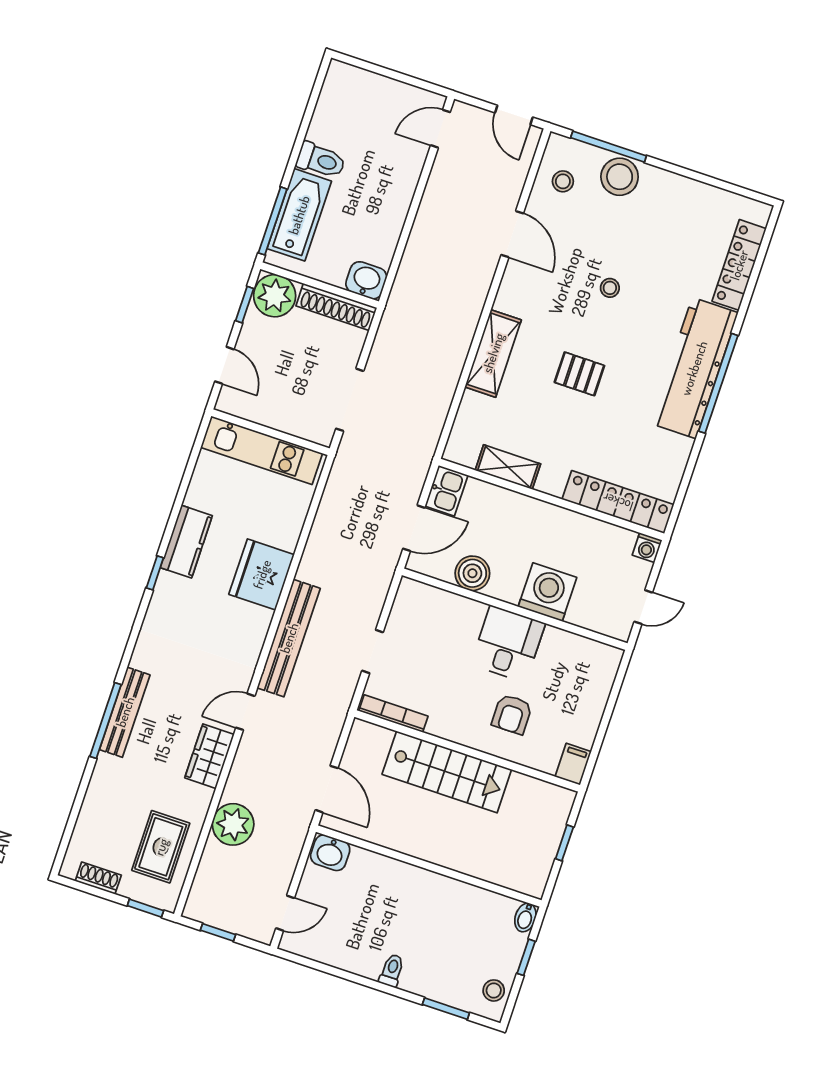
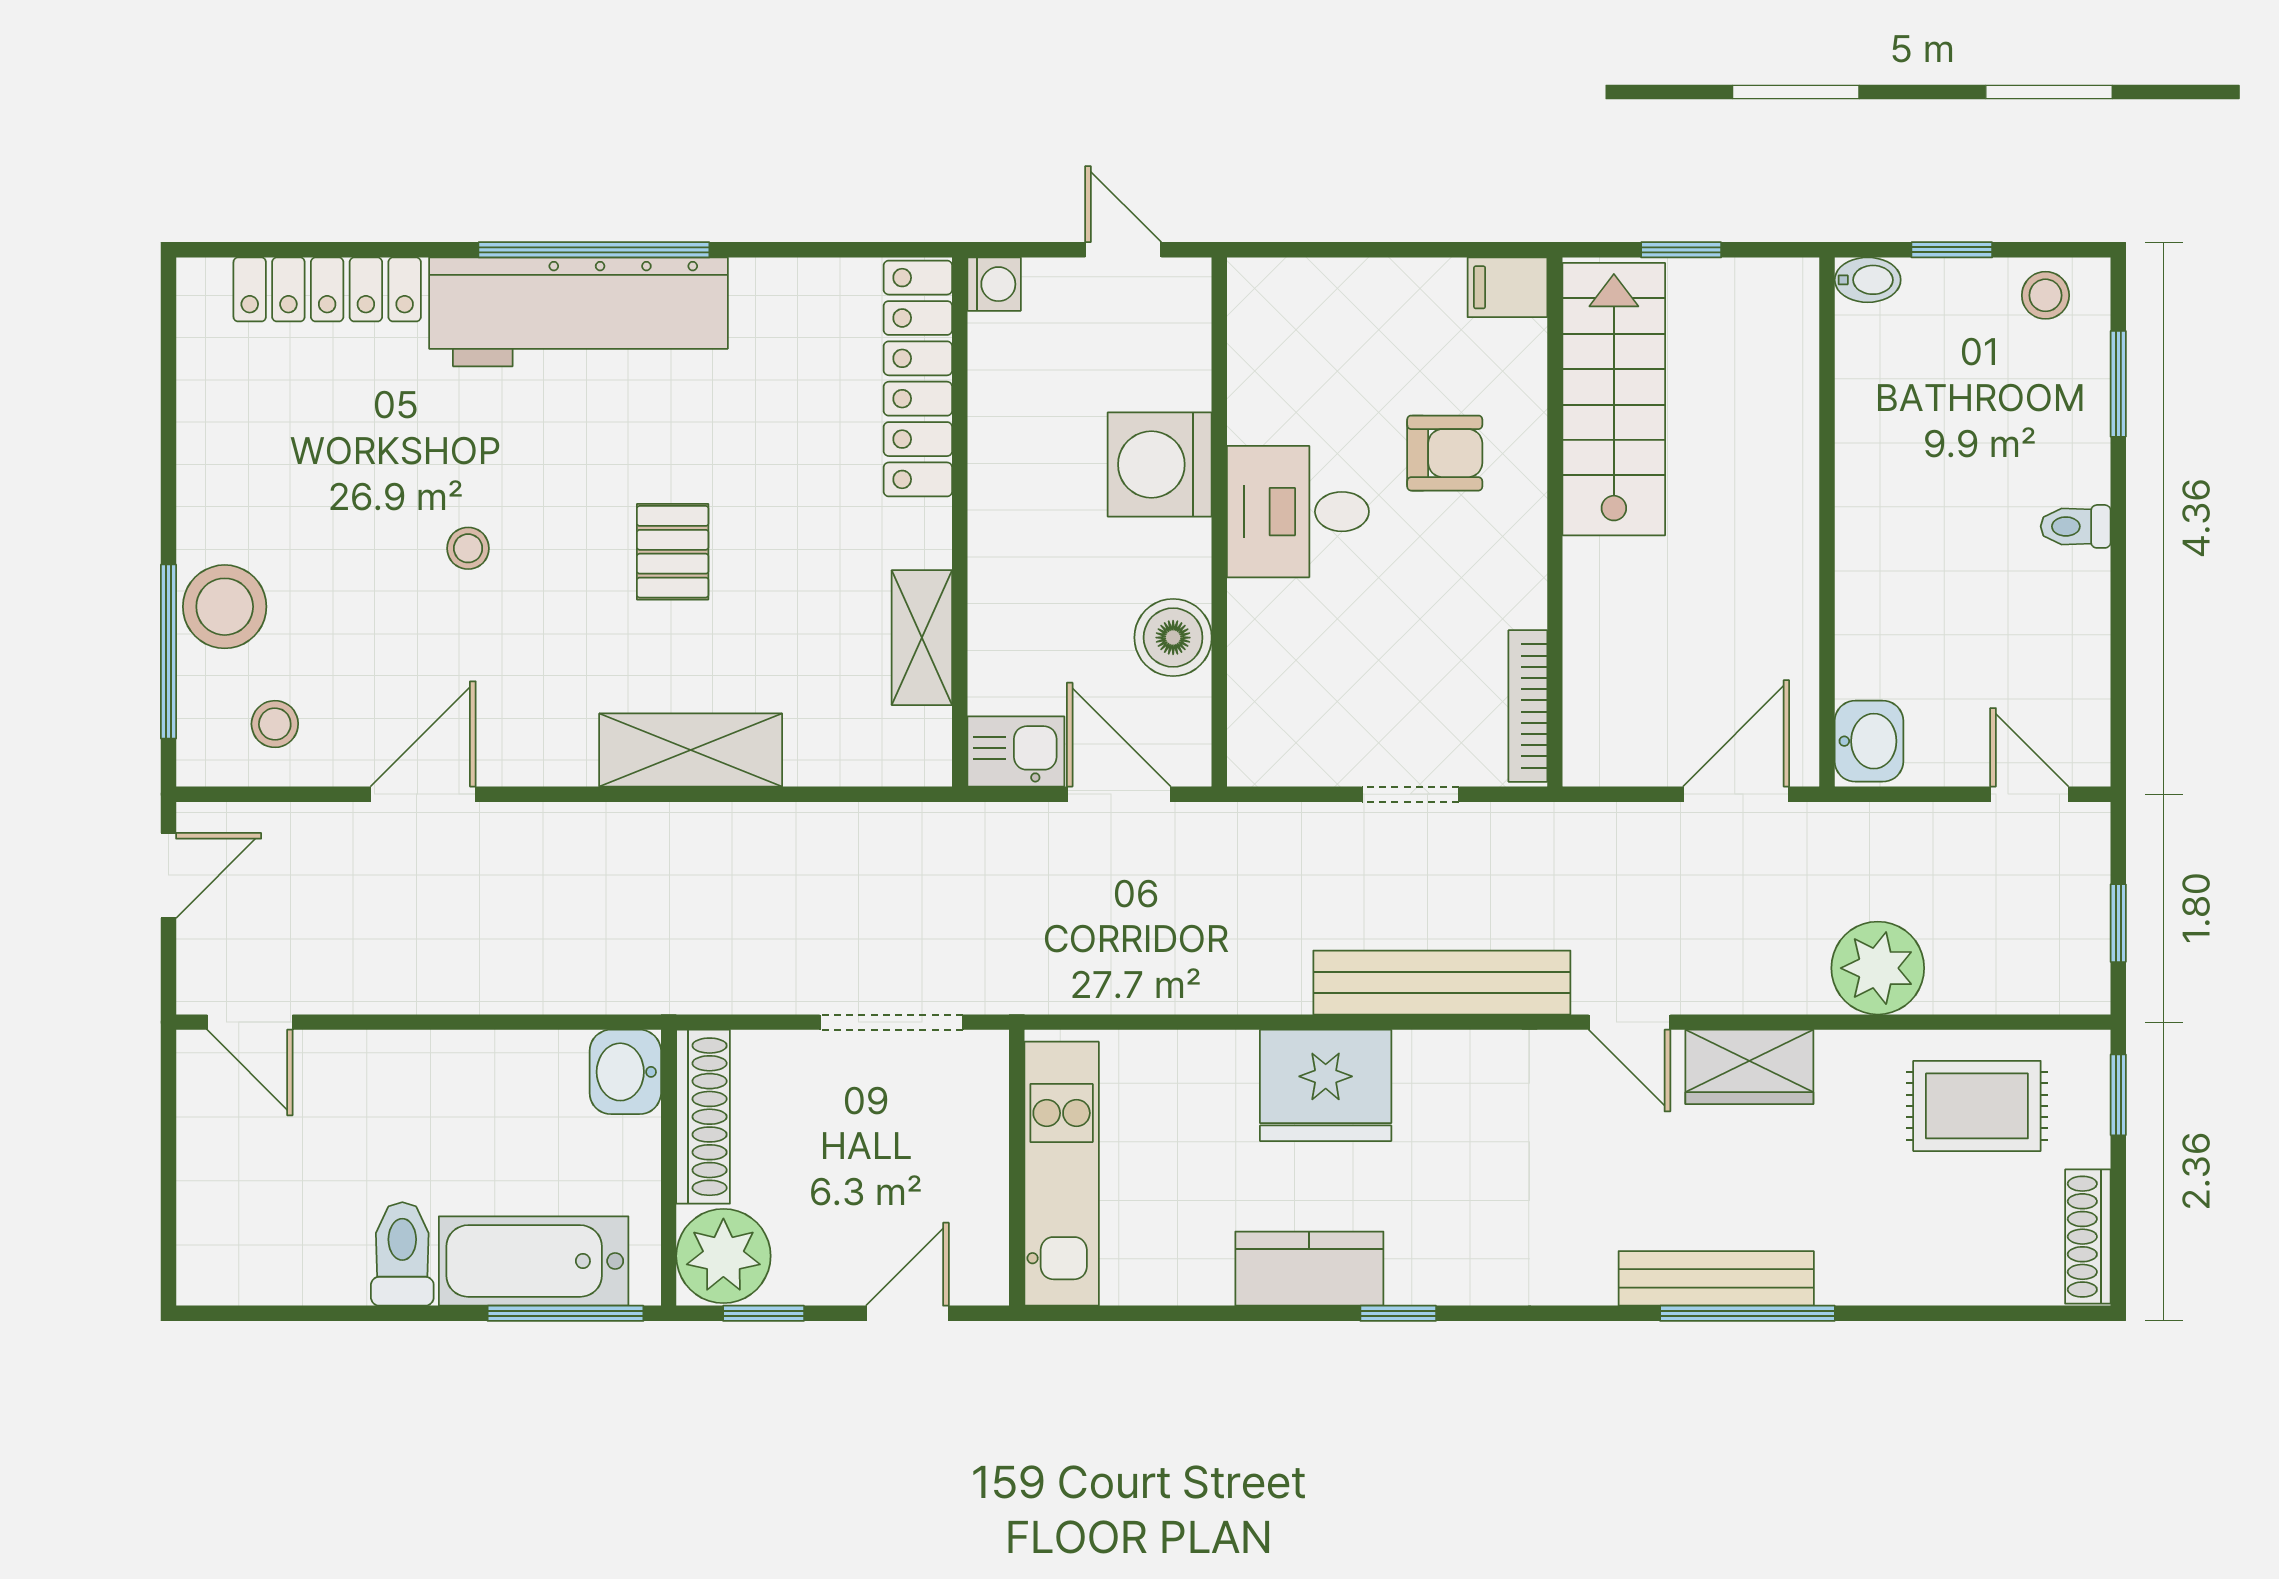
stairs: (447, 772) -> (1614, 399), moved
shoe rack: (98, 878) -> (2088, 1237), width x1.43

